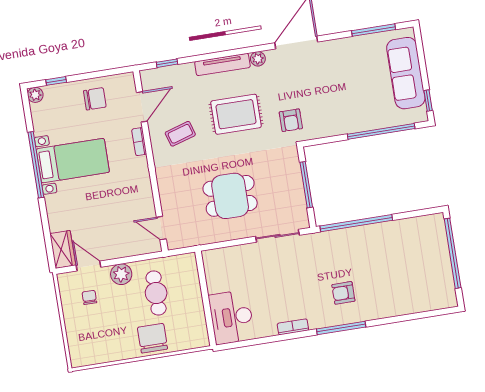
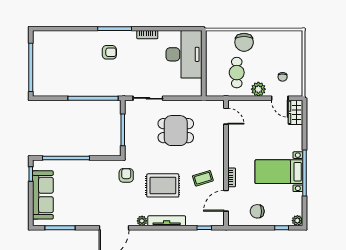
desk: (231, 317) -> (184, 54), width x1.36, depth x1.30

